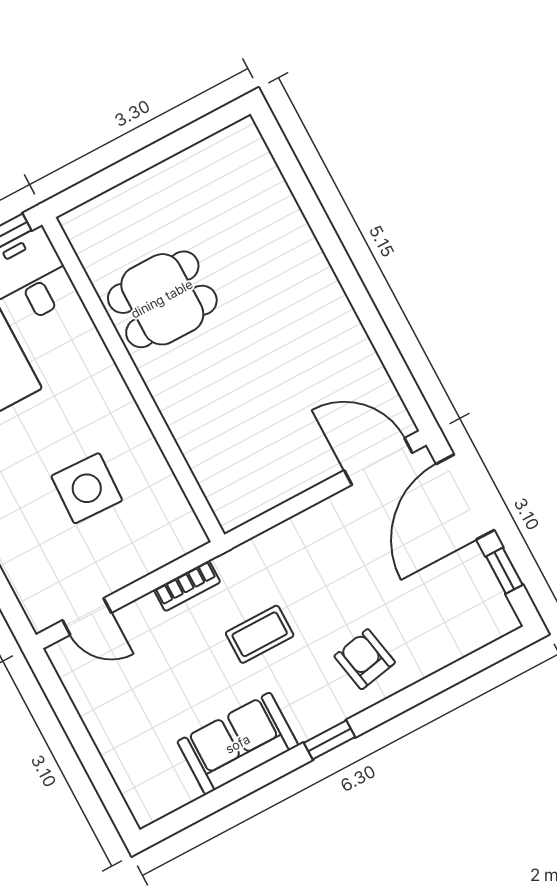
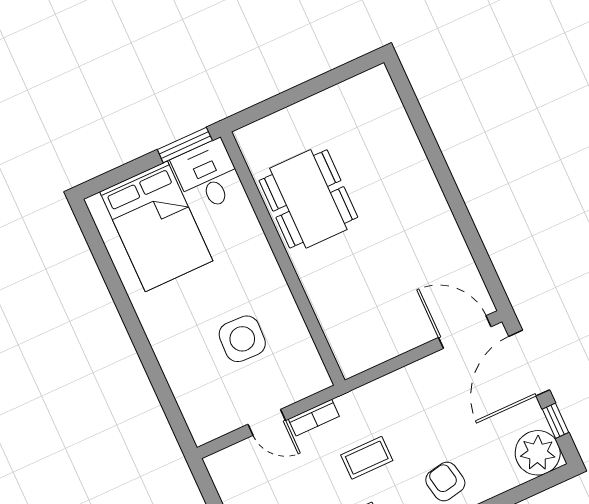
dining table: (162, 299) -> (308, 199), width x1.38
plant: (484, 614) -> (538, 453), added
door: (87, 617) -> (267, 422), moved

